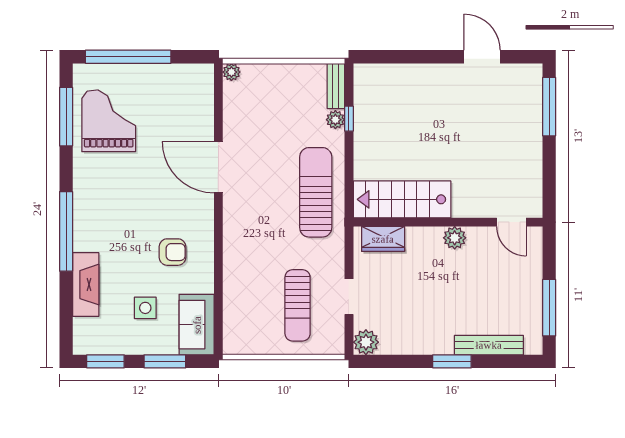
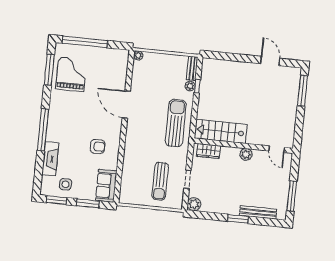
side table: (145, 308) -> (65, 184), moved

